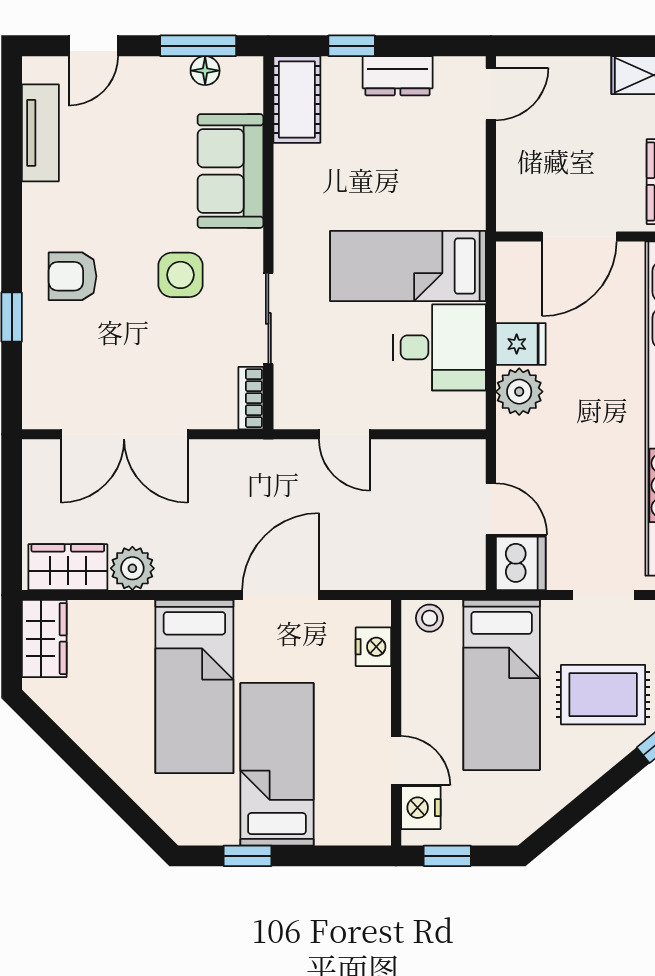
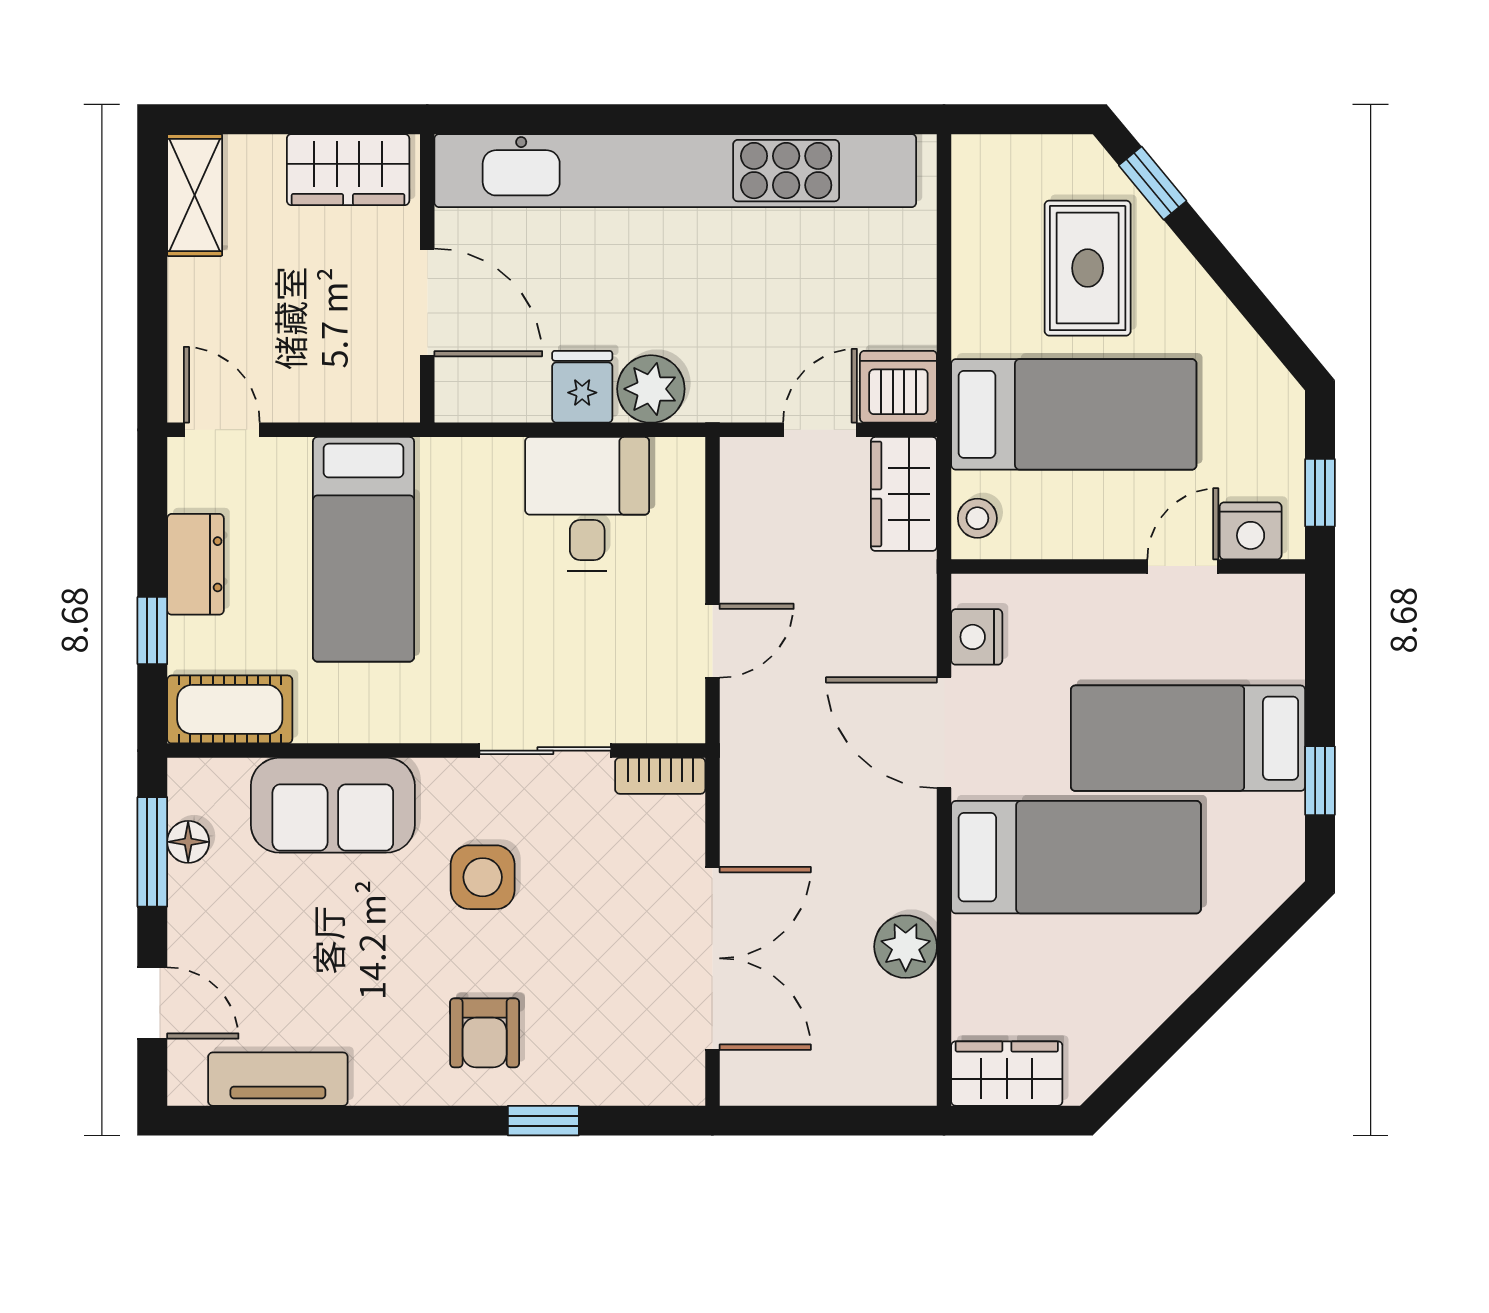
bed: (408, 266) -> (363, 549), moved
wardrobe: (68, 567) -> (904, 494), moved
doorway: (604, 595) -> (944, 267), removed
nightstand: (373, 647) -> (977, 637), moved, turned -90

